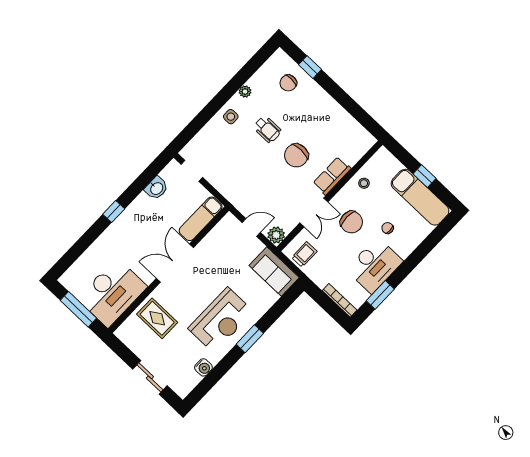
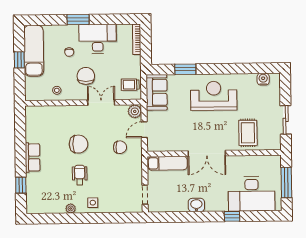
chair: (288, 83) -> (120, 147), moved
row of seats: (332, 176) -> (33, 157), moved, turned -90
washbasin: (156, 188) -> (196, 205), moved
window: (114, 211) -> (232, 216), moved
door: (251, 227) -> (144, 130), hinge flipped
desk: (112, 293) -> (252, 194), moved, turned 180
window: (380, 295) -> (78, 20), moved
window: (250, 339) -> (185, 69), moved
water cooler: (203, 367) -> (263, 79), moved
sliding door: (150, 377) -> (286, 120), moved

